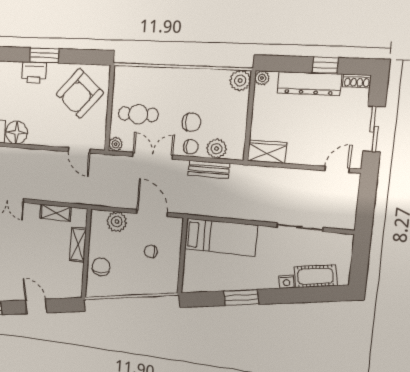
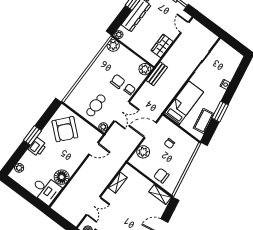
plant: (217, 149) -> (145, 69), moved
wardrobe: (267, 152) -> (162, 46), moved
double door: (153, 156) -> (122, 111), swing flipped
bench: (209, 169) -> (157, 74), moved
shelving: (78, 245) -> (160, 194), moved
cot: (315, 276) -> (204, 121), moved

